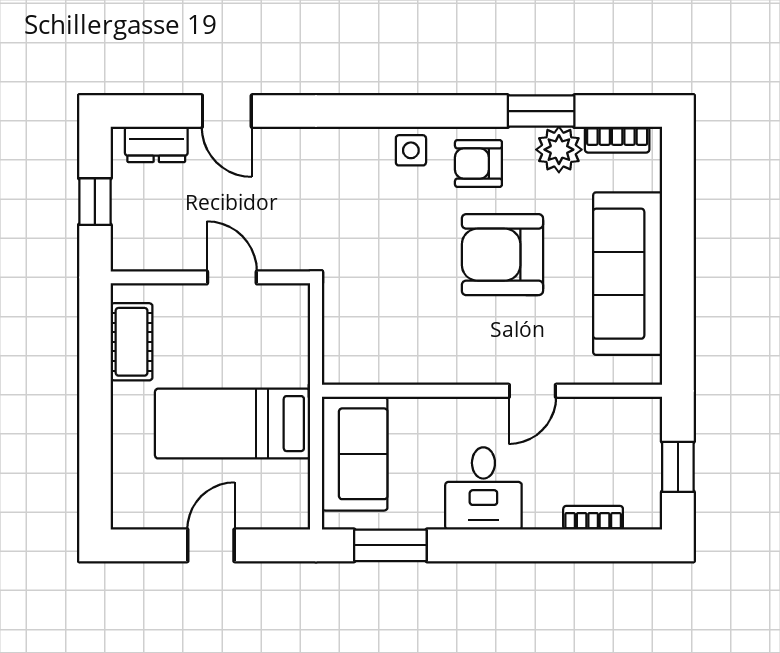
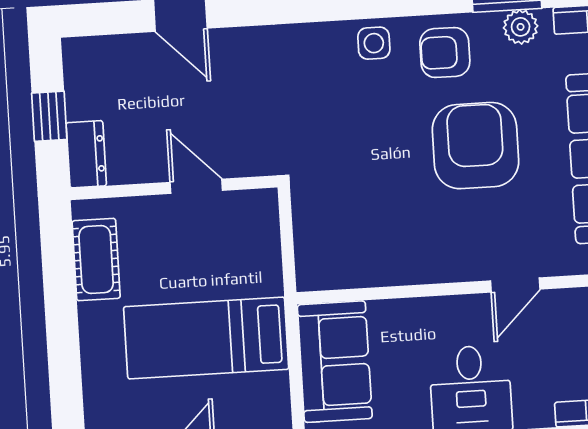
dresser: (156, 144) -> (86, 154), moved, turned -90
plant: (559, 150) -> (521, 27), width x0.73, depth x0.73
armchair: (502, 255) -> (475, 146), turned 90

